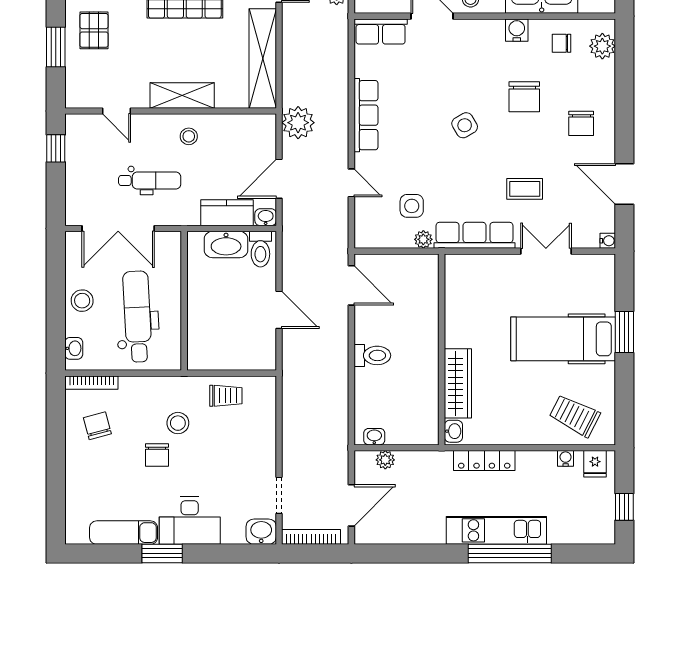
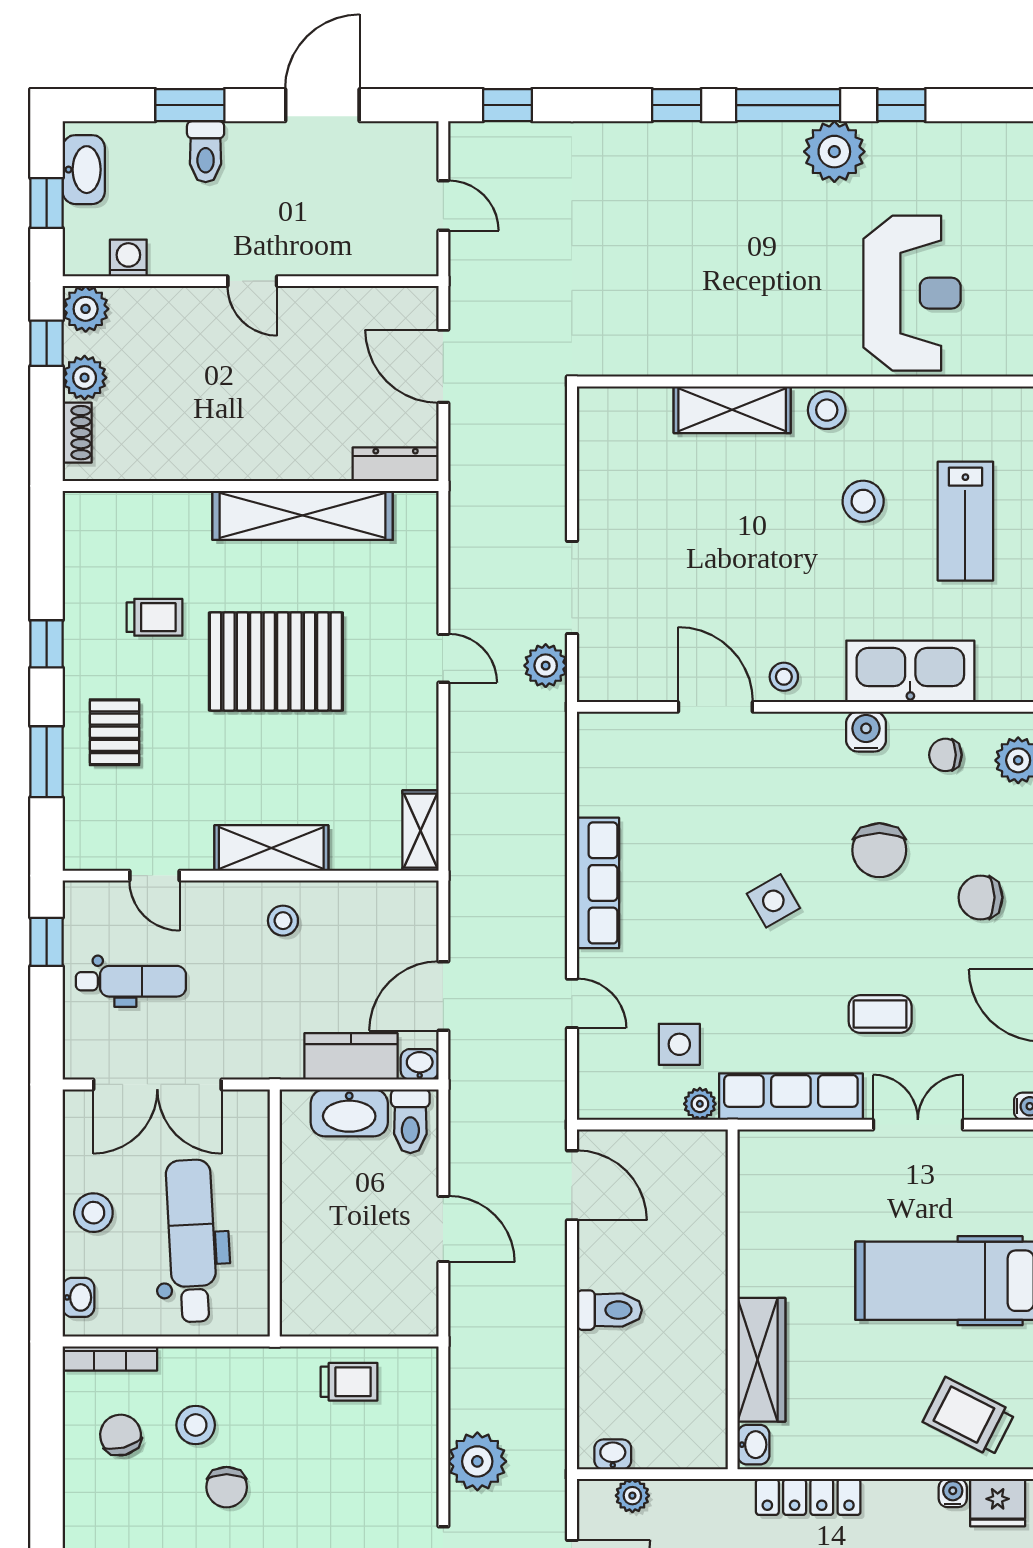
row of seats: (381, 31) -> (624, 734), removed
shelving: (263, 59) -> (420, 831), width x0.45, depth x0.75
plant: (298, 123) -> (477, 1461), moved
chair: (581, 123) -> (980, 897), turned 90
dental chair: (150, 181) -> (131, 981), moved
stool: (178, 423) -> (196, 1425), moved
fridge: (595, 464) -> (998, 1503), width x1.38

